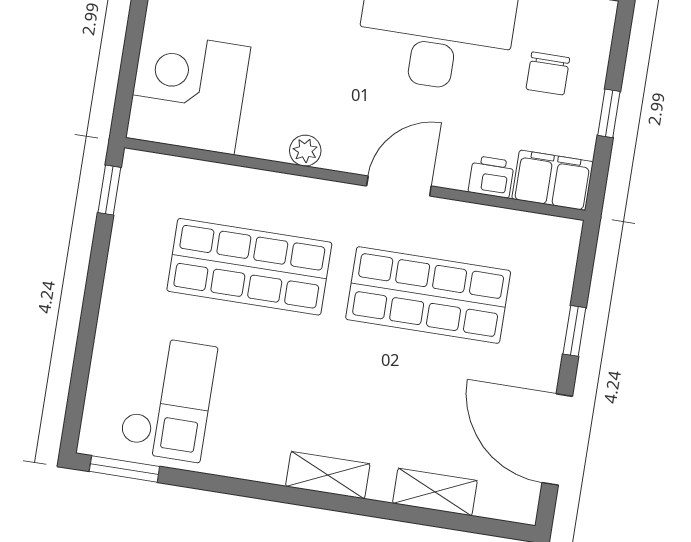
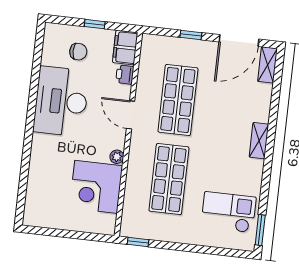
corner desk: (188, 92) -> (96, 187), moved
shelving: (435, 492) -> (268, 65), moved

